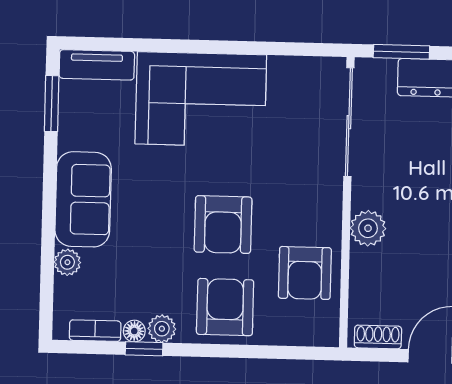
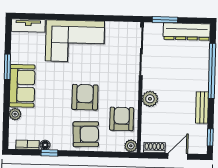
window: (52, 104) -> (7, 67), moved
armchair: (223, 225) -> (85, 97), turned 180
armchair: (305, 273) -> (122, 119), turned 180
armchair: (225, 307) -> (86, 134), turned 88
plant: (162, 329) -> (131, 146), moved

